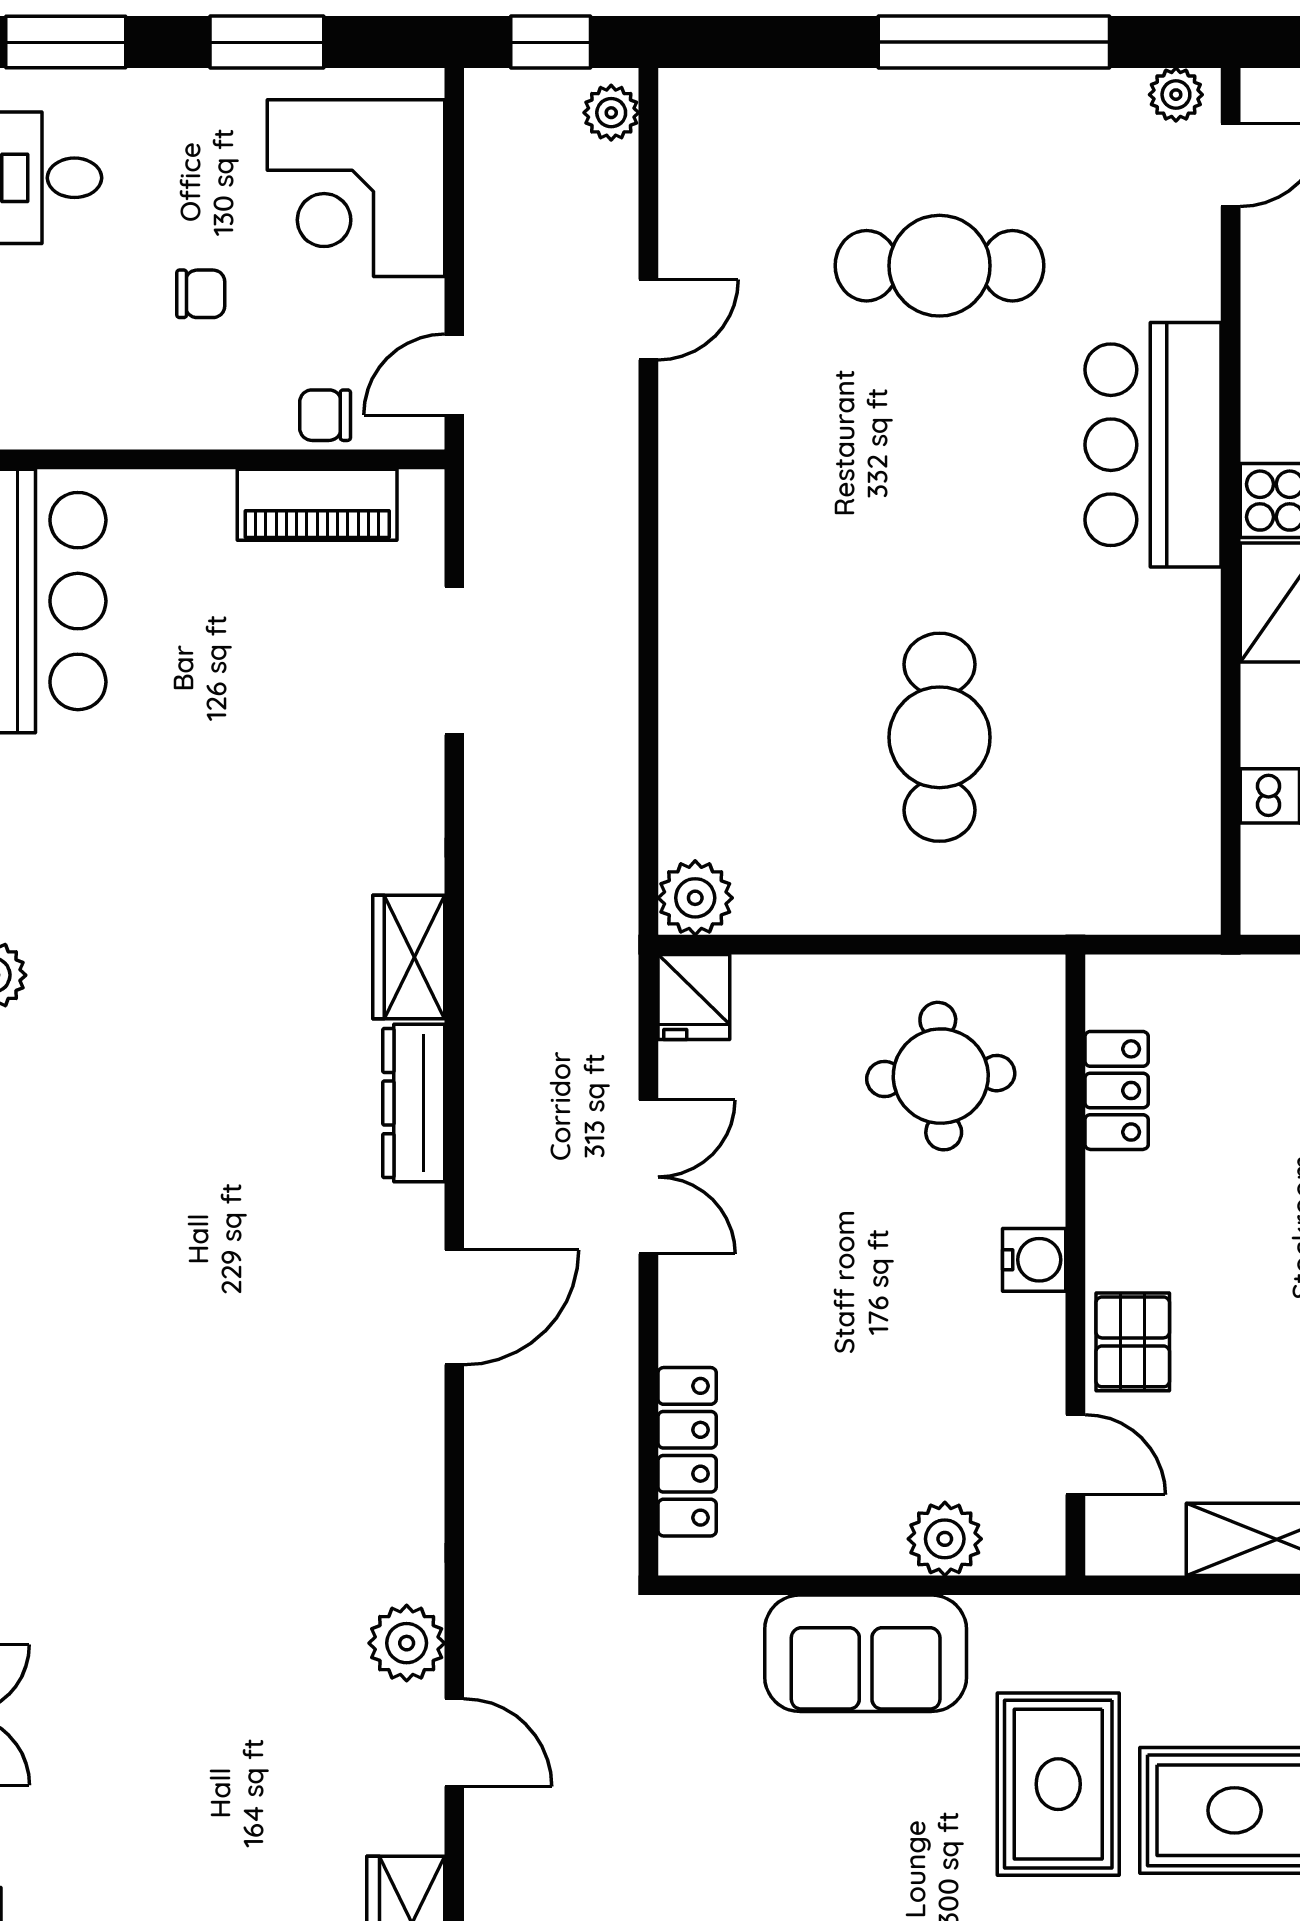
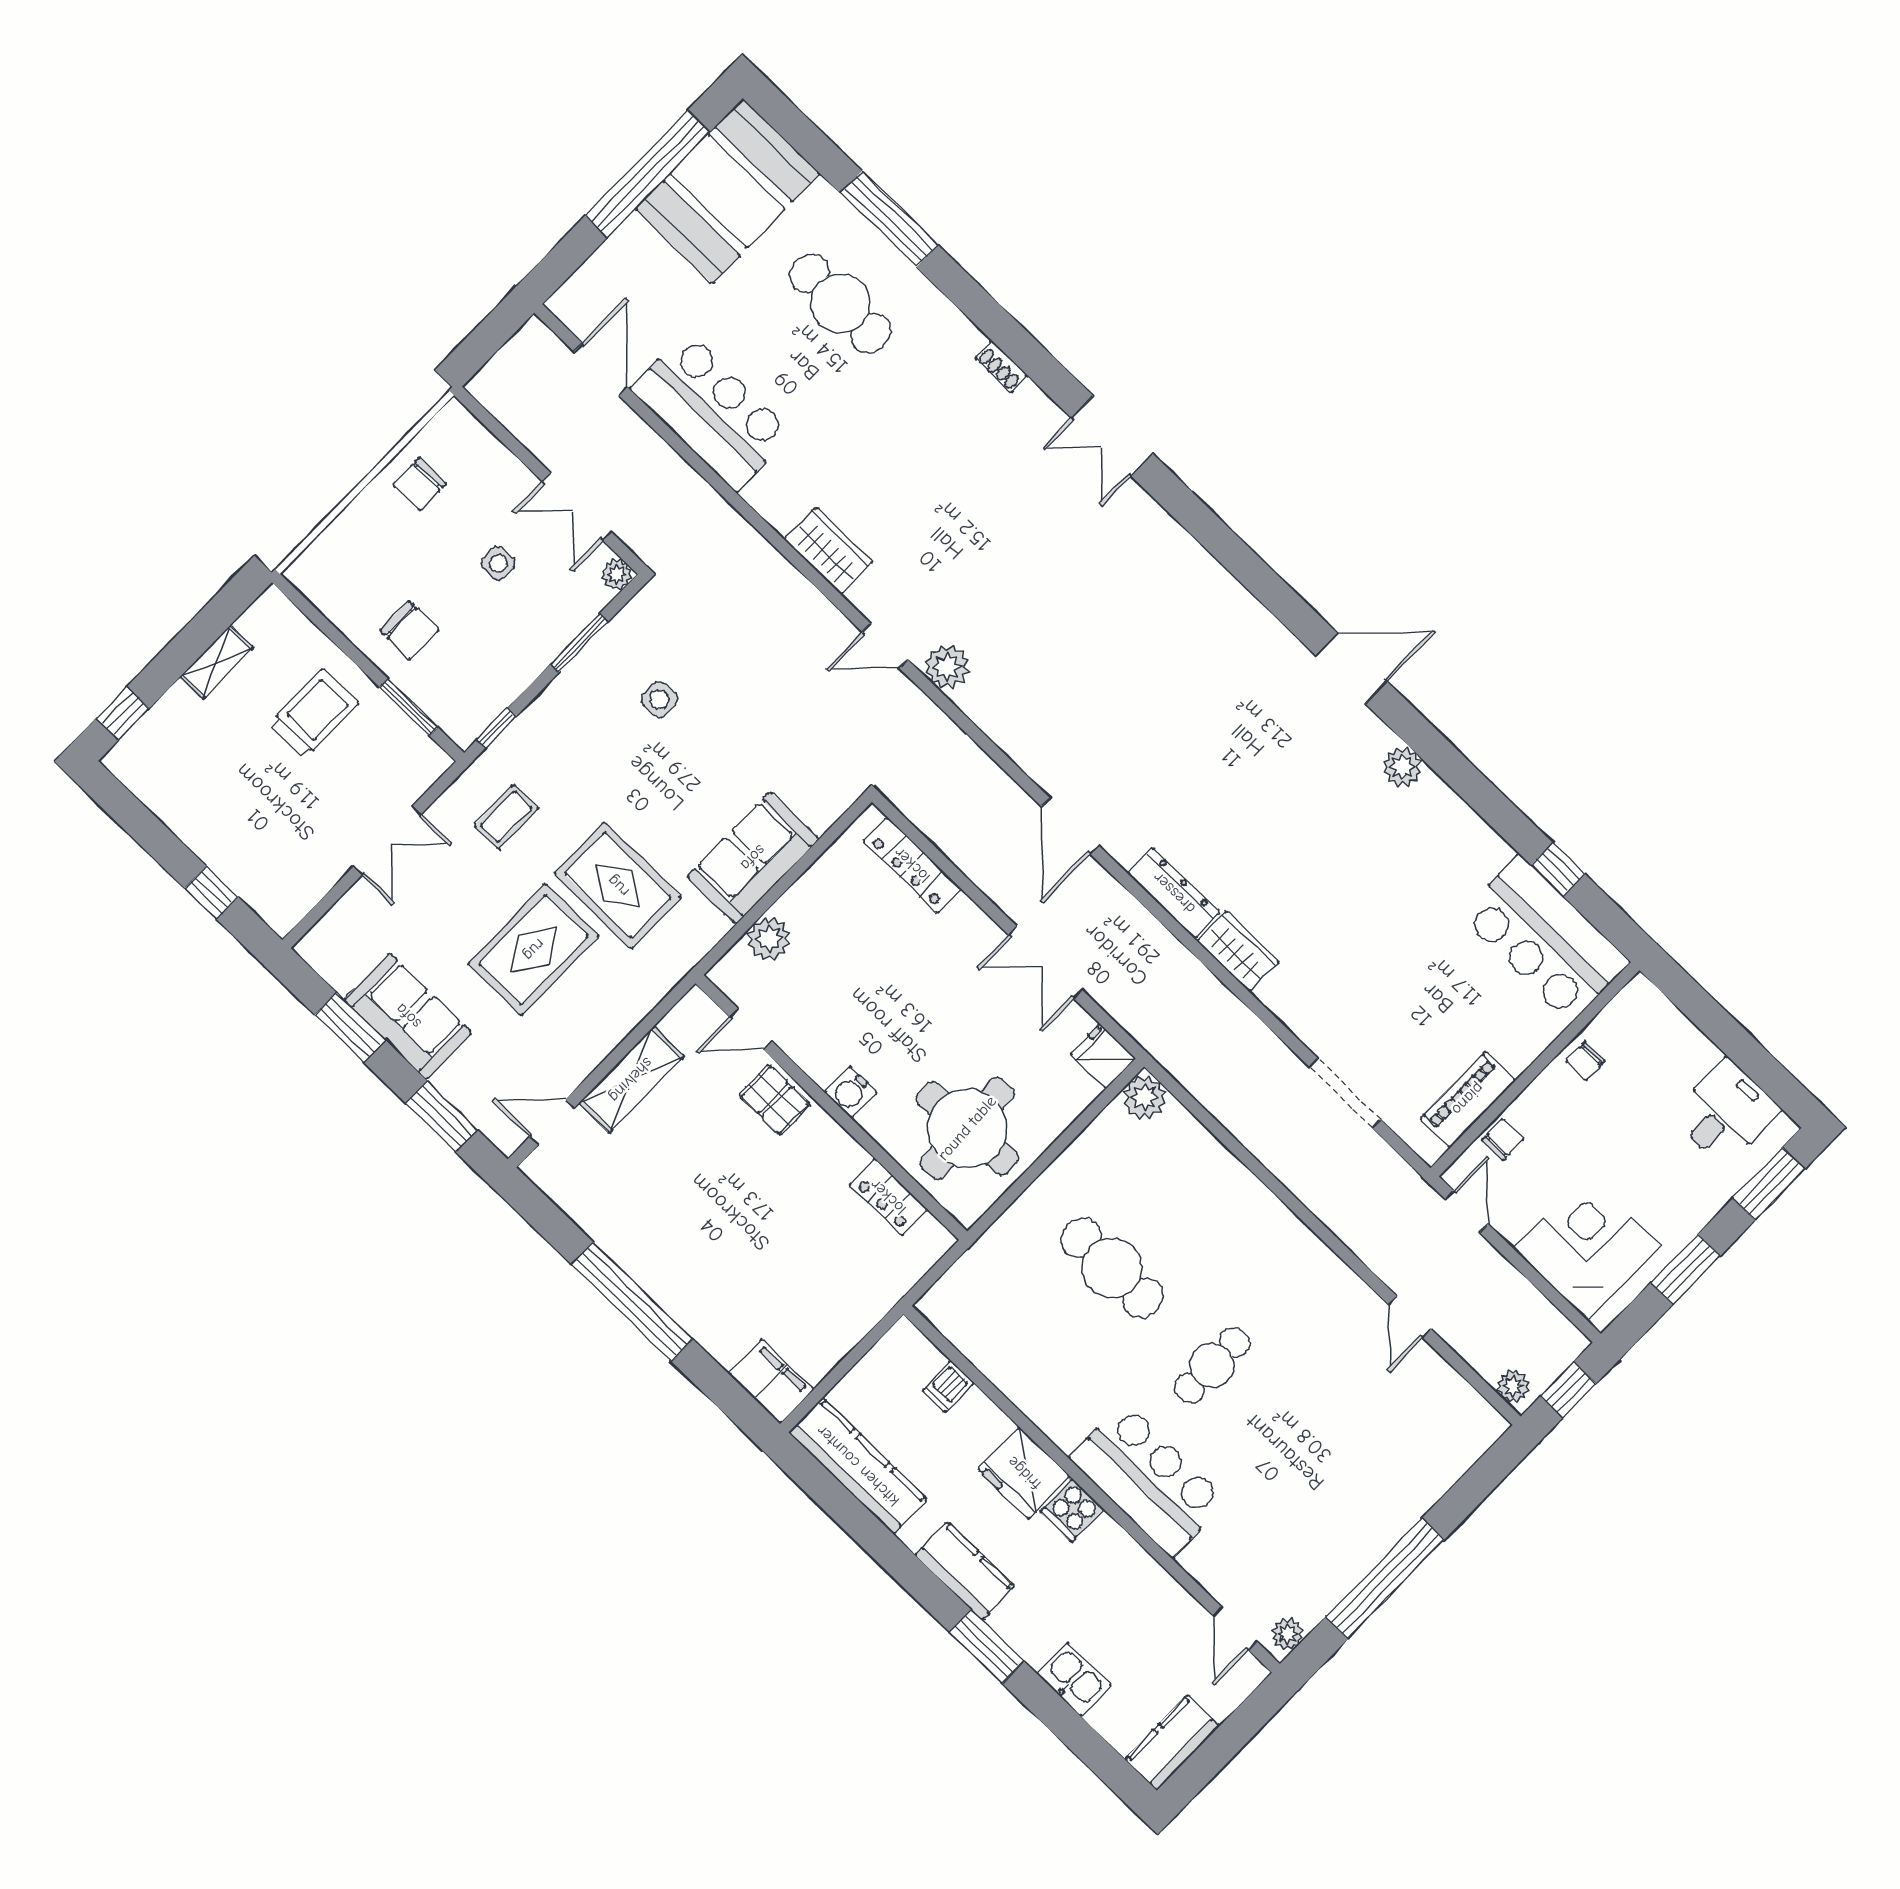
cafe table: (940, 266) -> (1212, 1365), moved, width x0.73, depth x0.74
chair: (201, 294) -> (1585, 1061), moved
round table: (941, 1076) -> (967, 1128), width x1.36, depth x1.36

